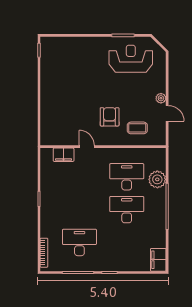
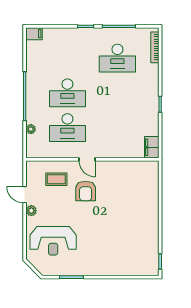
reception desk: (131, 59) -> (53, 241), moved
door: (87, 147) -> (87, 159), moved
filing cabinet: (64, 155) -> (152, 147), moved, turned -90
plant: (157, 179) -> (31, 129), width x0.53, depth x0.53
filing cabinet: (158, 260) -> (34, 34), width x0.50

